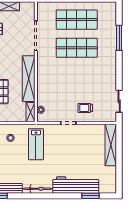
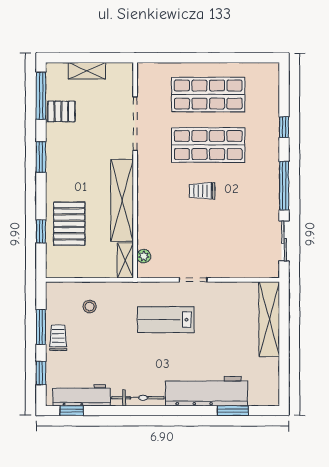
window: (119, 38) -> (284, 127), width x0.46
window: (119, 70) -> (284, 186), added
trolley: (85, 108) -> (202, 191), moved
lab bench: (36, 144) -> (166, 320), moved, turned 90

